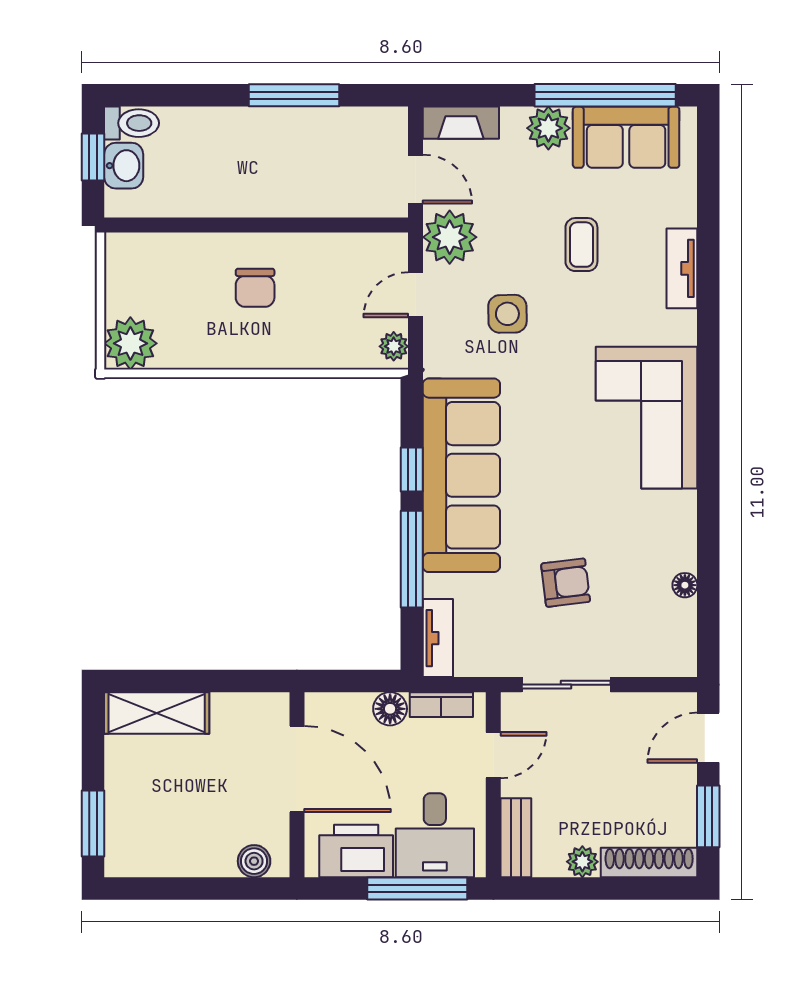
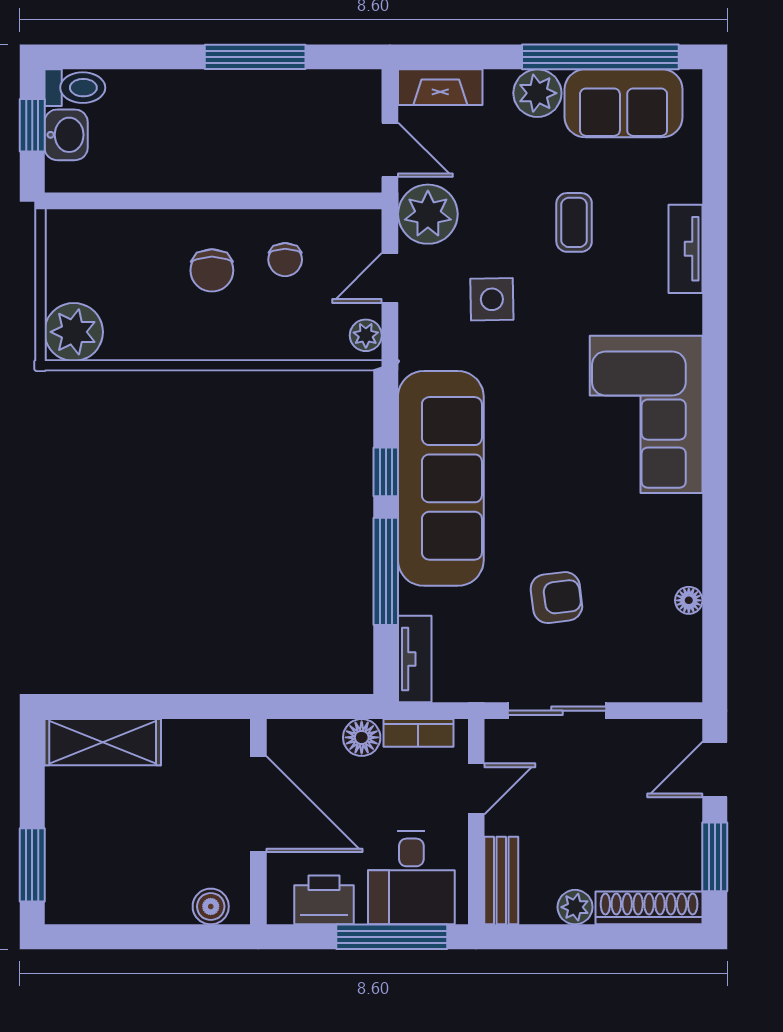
chair: (321, 278) -> (285, 260), added
printer: (356, 851) -> (324, 900), width x0.73, depth x0.84

